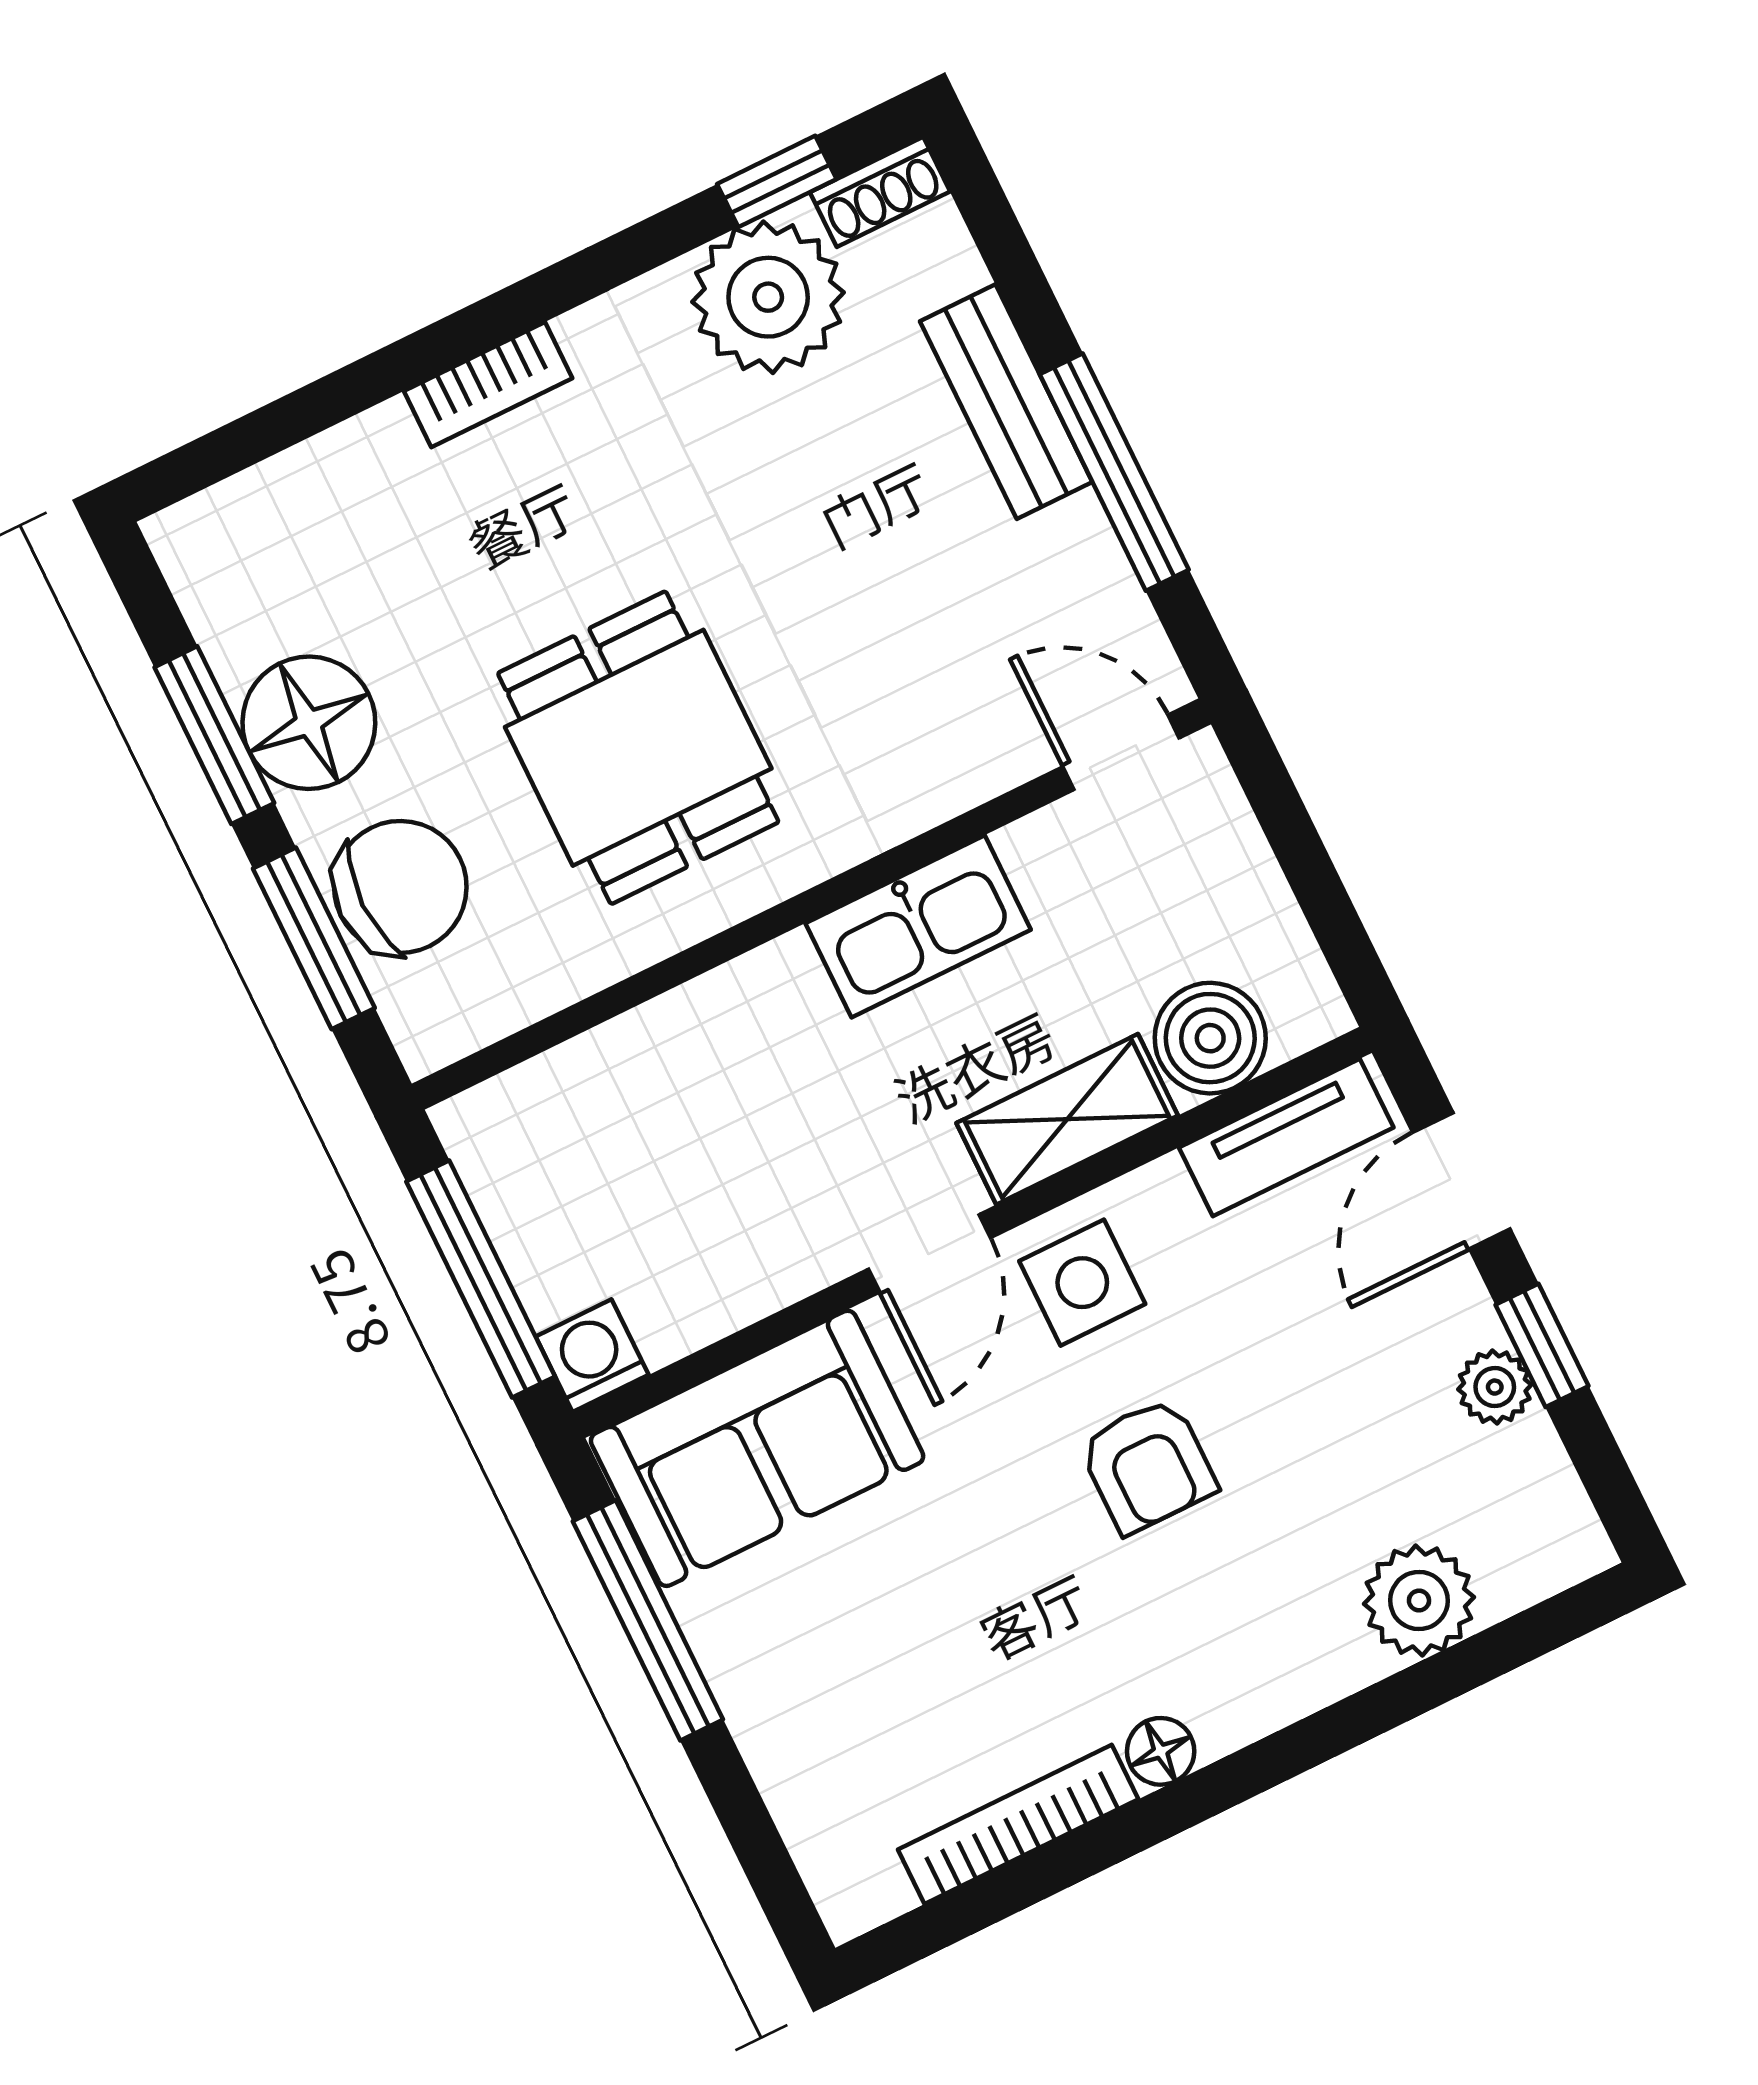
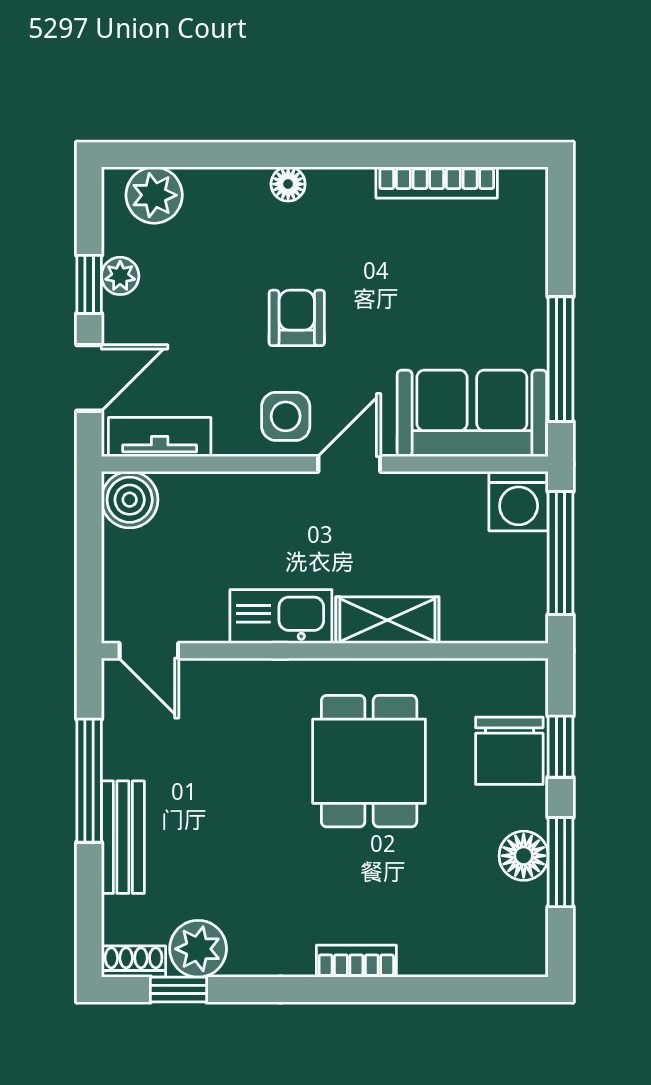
plant: (768, 297) -> (198, 949), width x0.73, depth x0.73
floor lamp: (309, 723) -> (524, 856), width x0.73, depth x0.73
chair: (400, 887) -> (509, 751), turned -90
window: (314, 938) -> (561, 747), width x0.67
boiler: (1210, 1038) -> (130, 500), moved
shelving: (1067, 1119) -> (387, 620), moved
washing machine: (592, 1356) -> (519, 501), width x1.38, depth x1.38
plant: (1419, 1601) -> (154, 195), moved
floor lamp: (1161, 1751) -> (288, 184), moved

